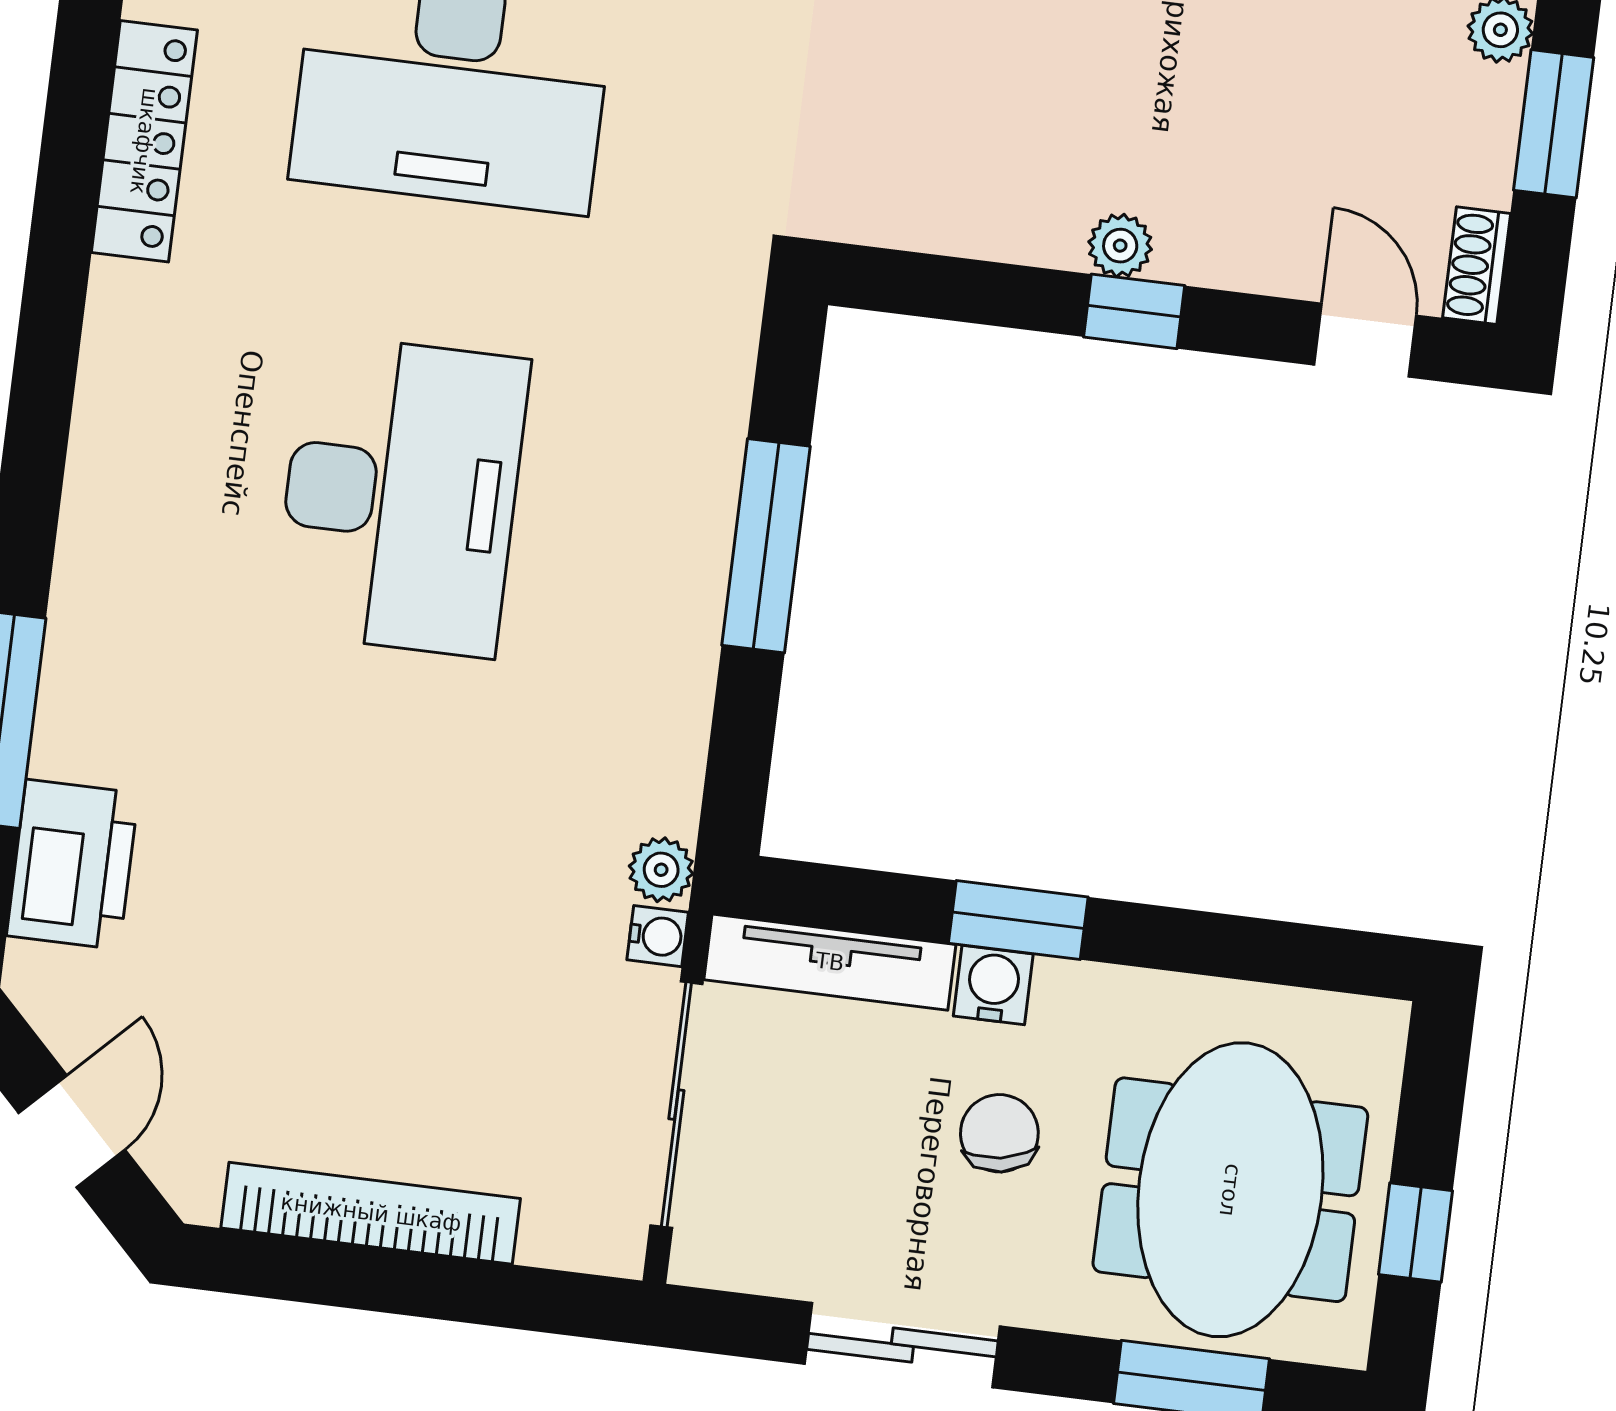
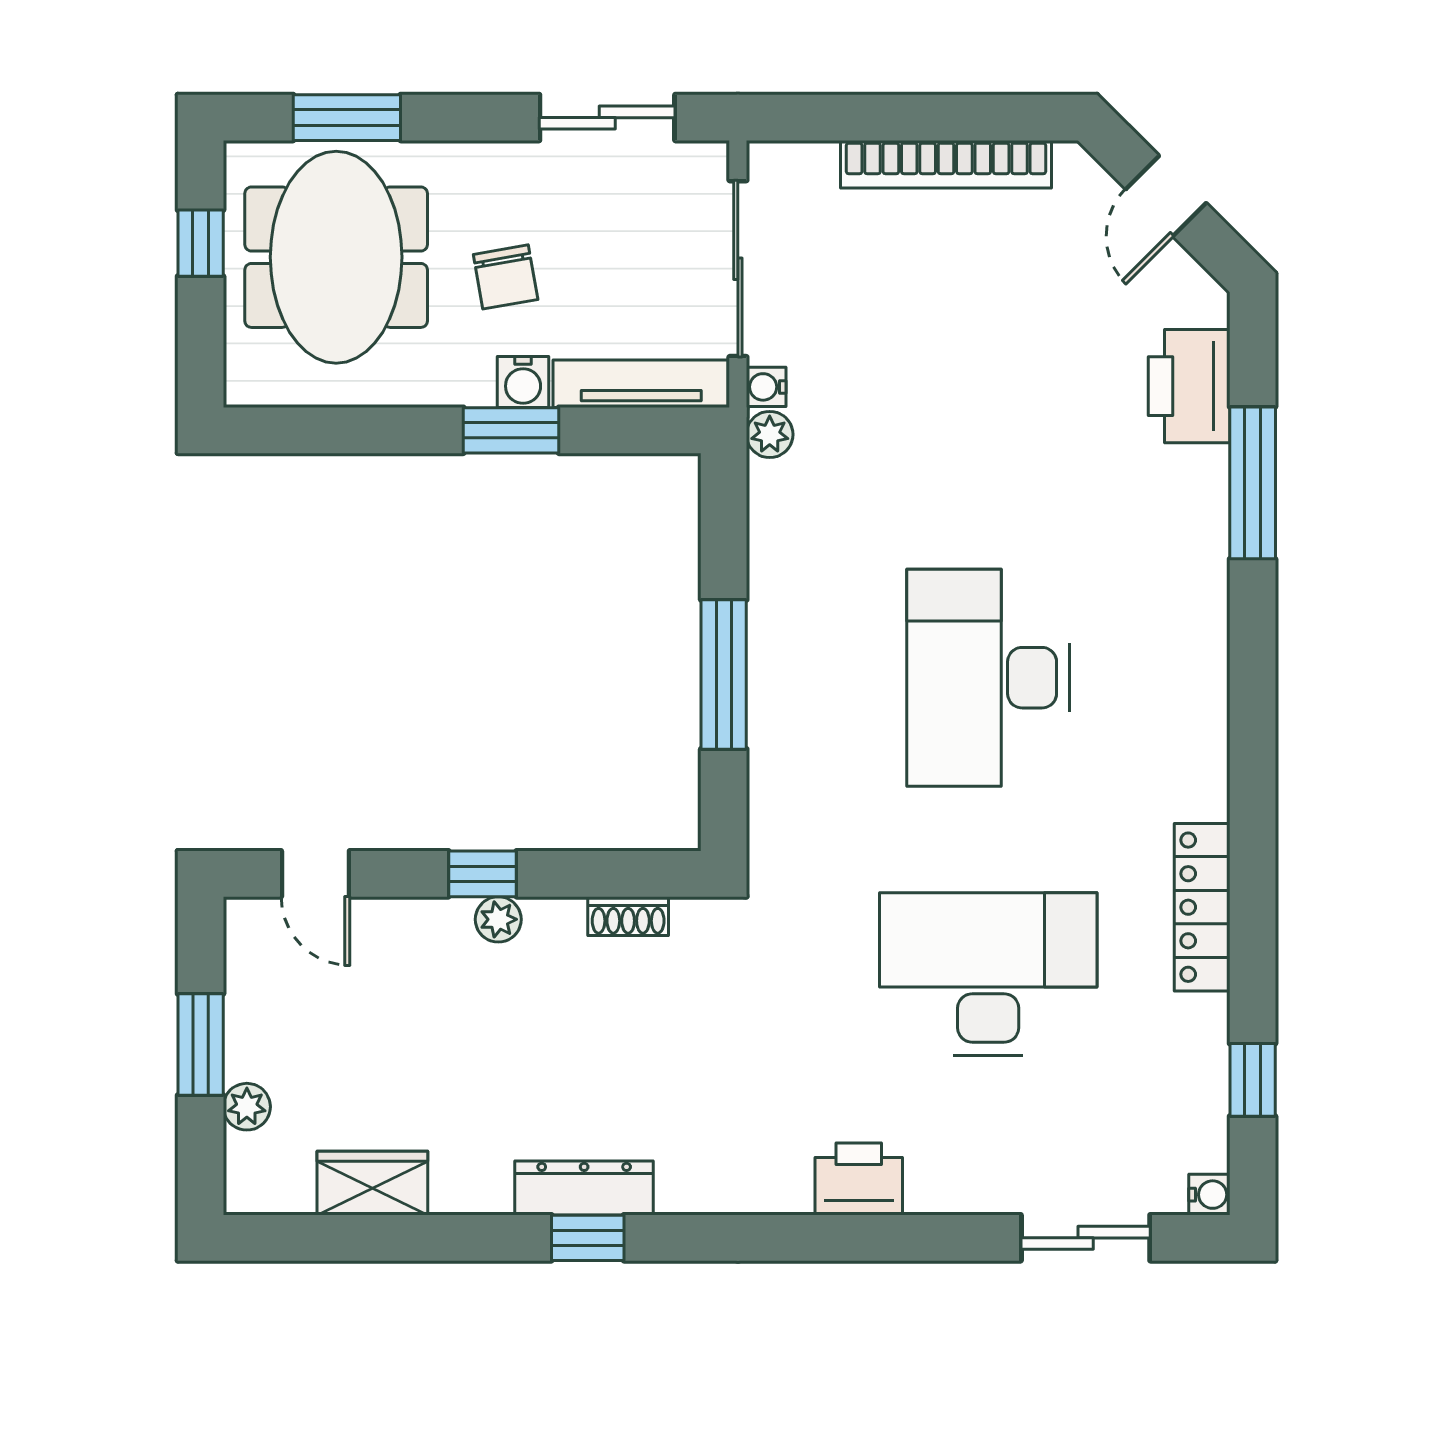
shoe rack: (1477, 266) -> (628, 916), moved, turned 90
sliding door: (902, 1345) -> (607, 118), moved

